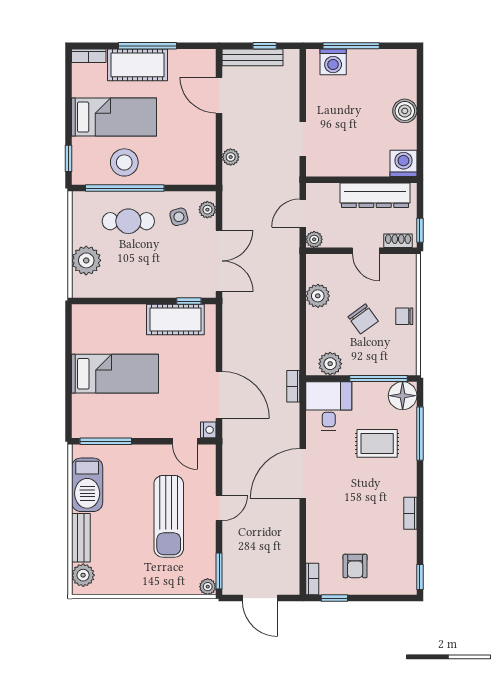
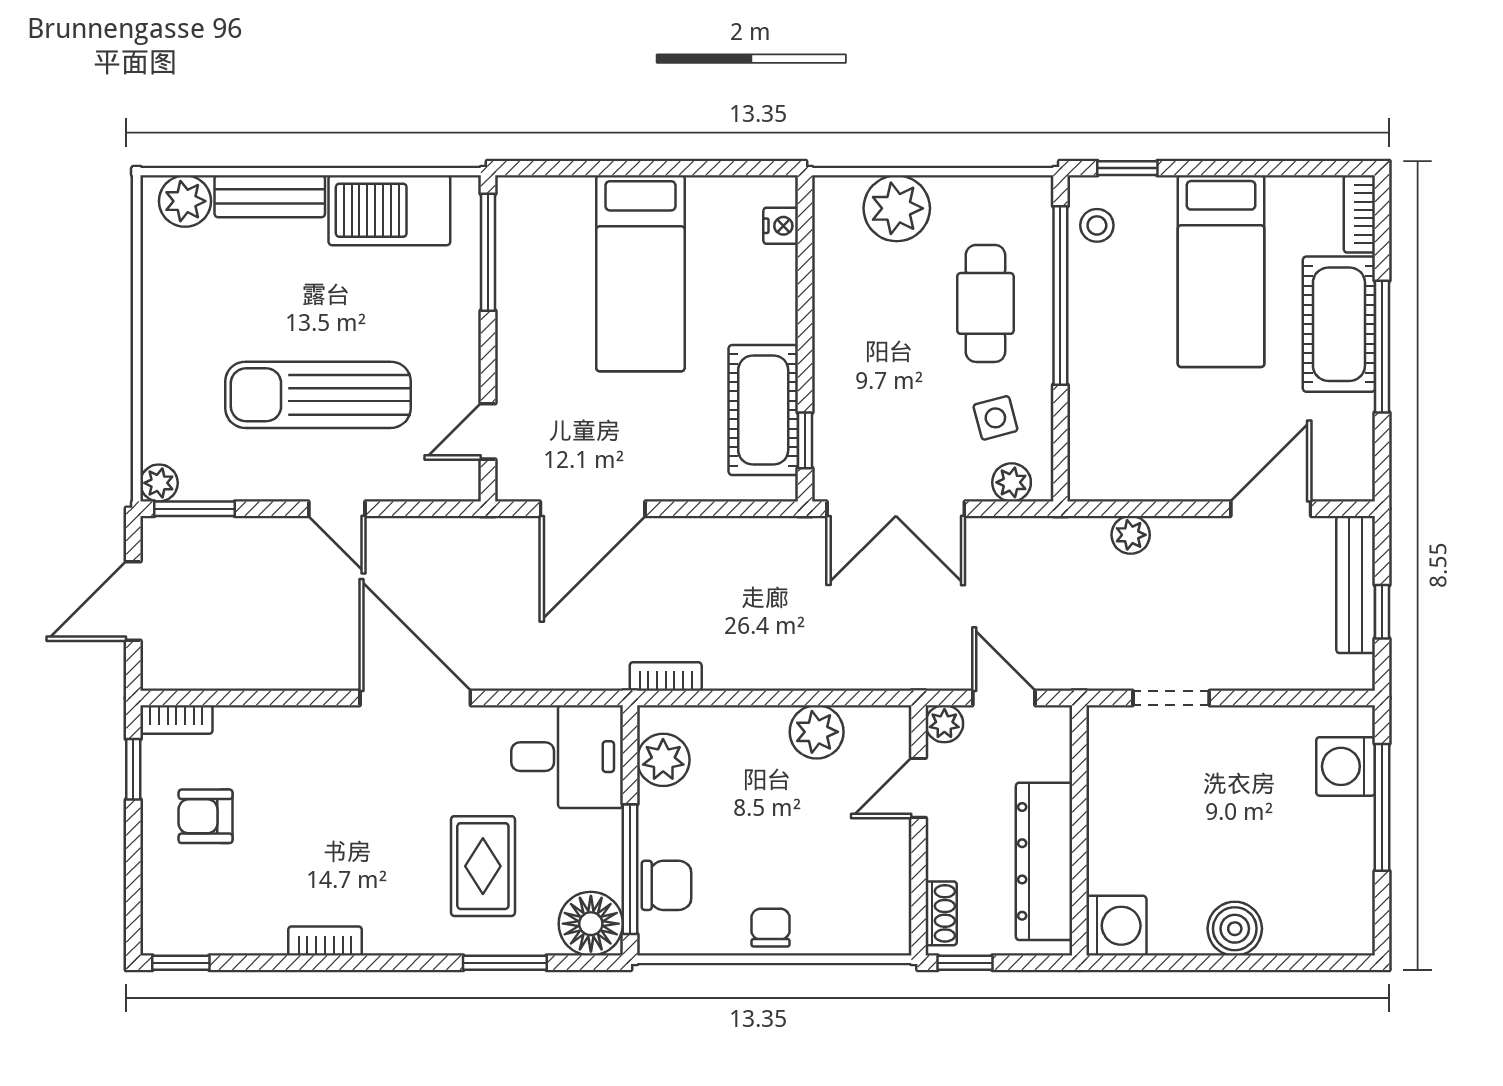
stool: (124, 162) -> (1097, 225), moved, width x0.53, depth x0.53
door: (366, 251) -> (918, 788), moved
chair: (363, 319) -> (666, 885), moved, turned -144
bookcase: (293, 386) -> (666, 676), moved
nightstand: (208, 430) -> (781, 226), moved, turned -90
window: (420, 434) -> (505, 963), width x0.69

